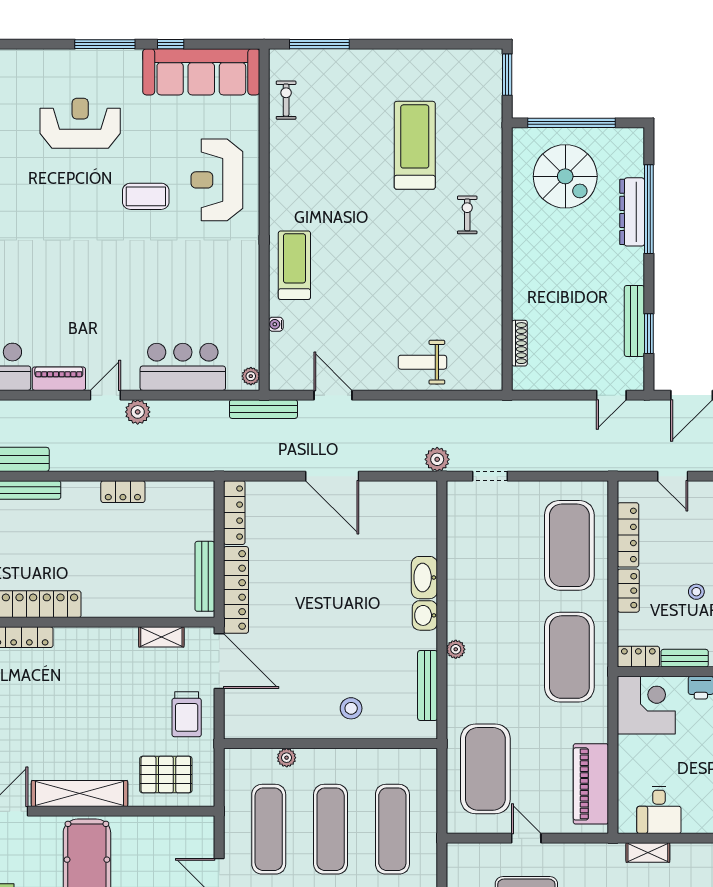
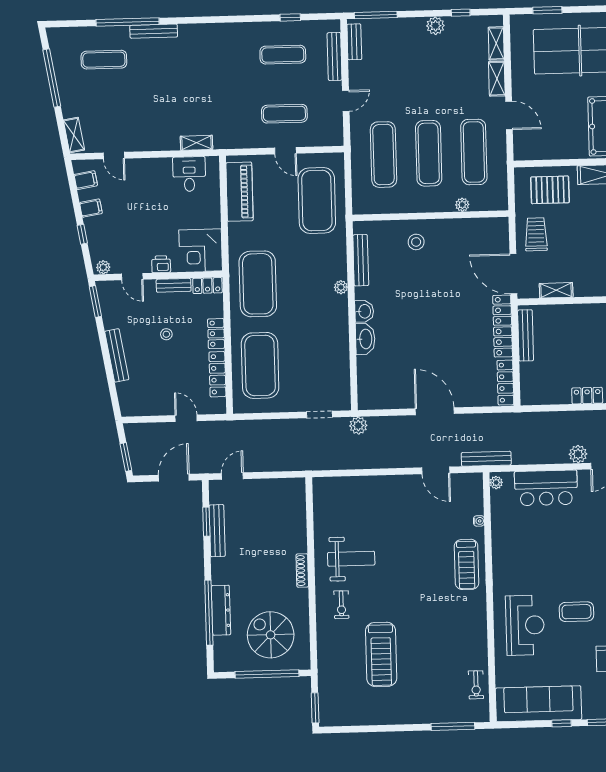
shoe rack: (519, 343) -> (302, 570), moved
weight bench: (422, 362) -> (351, 559), moved, width x1.36, depth x1.33

